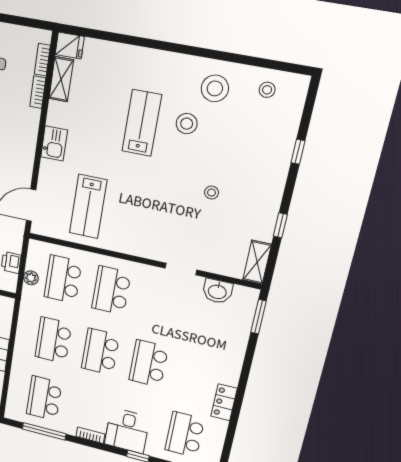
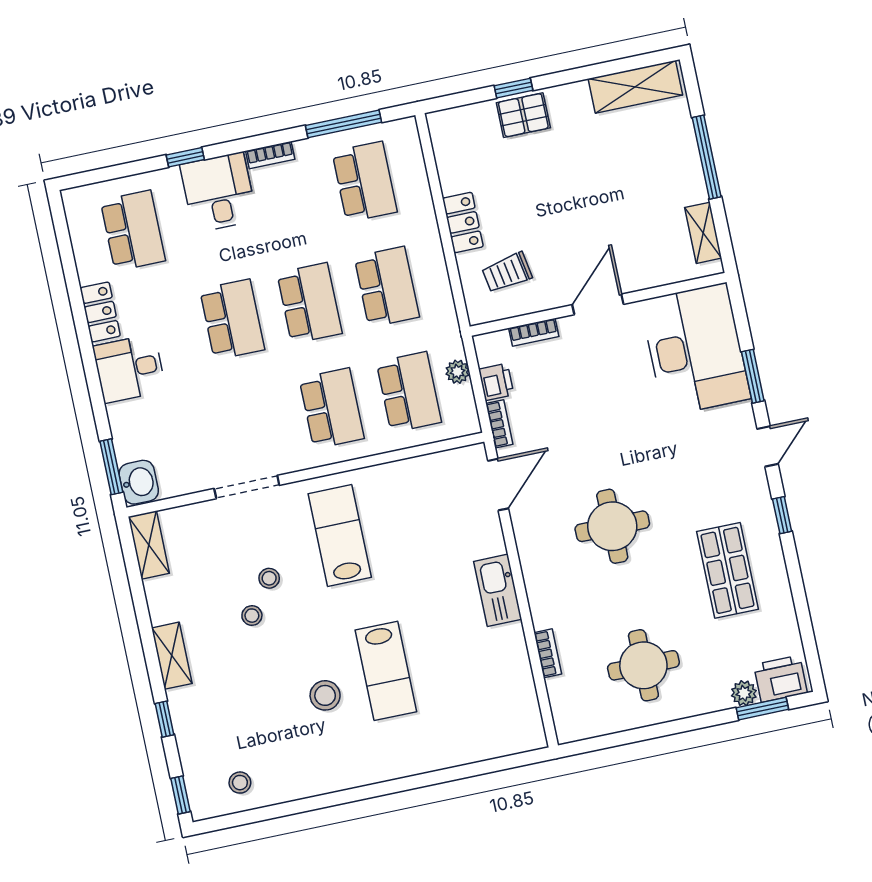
fridge: (70, 46) -> (526, 735), removed
bookcase: (42, 60) -> (499, 424), moved
shelving: (61, 79) -> (172, 656), moved
stool: (215, 88) -> (269, 578), moved, width x0.53, depth x0.53
kitchen sink: (54, 143) -> (498, 590), width x1.38
lab bench: (88, 206) -> (340, 536), moved
window: (280, 225) -> (181, 795), moved
doorway: (181, 269) -> (247, 487), width x1.38
washbasin: (217, 291) -> (139, 482), moved, turned 90
desk: (221, 365) -> (129, 369), added

